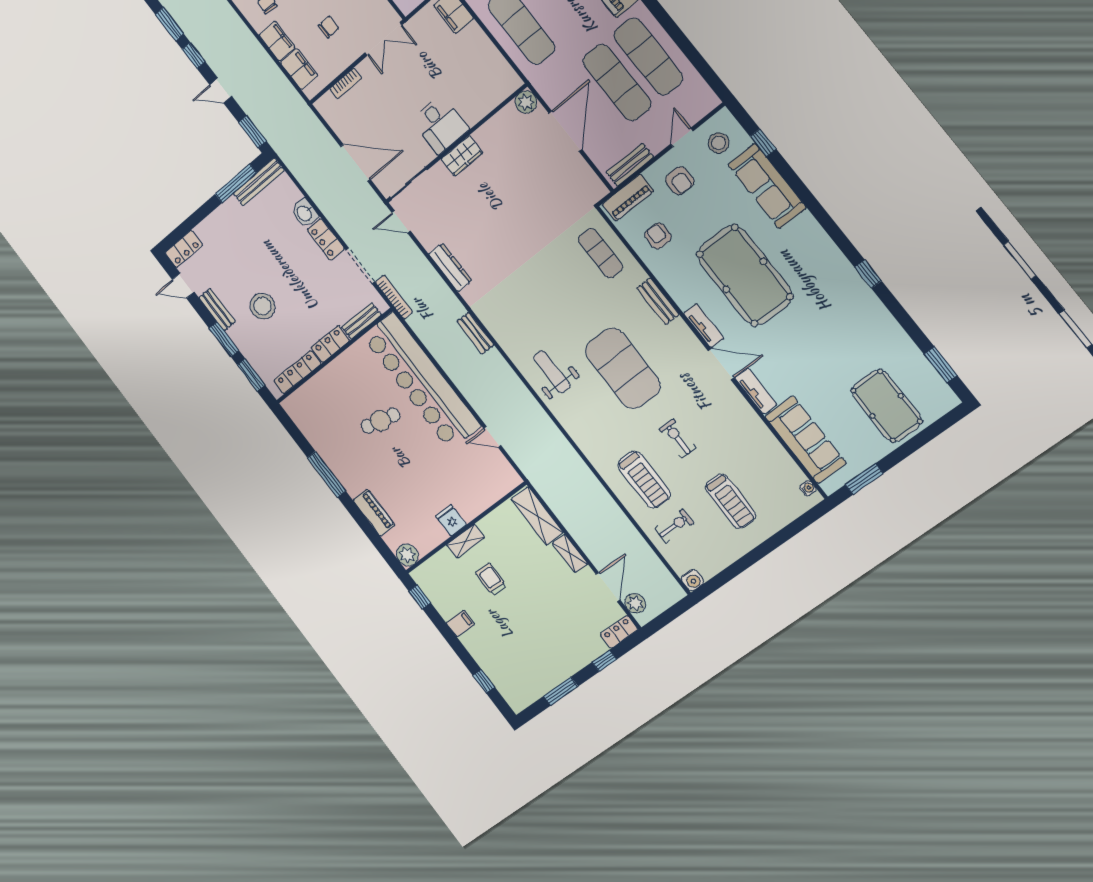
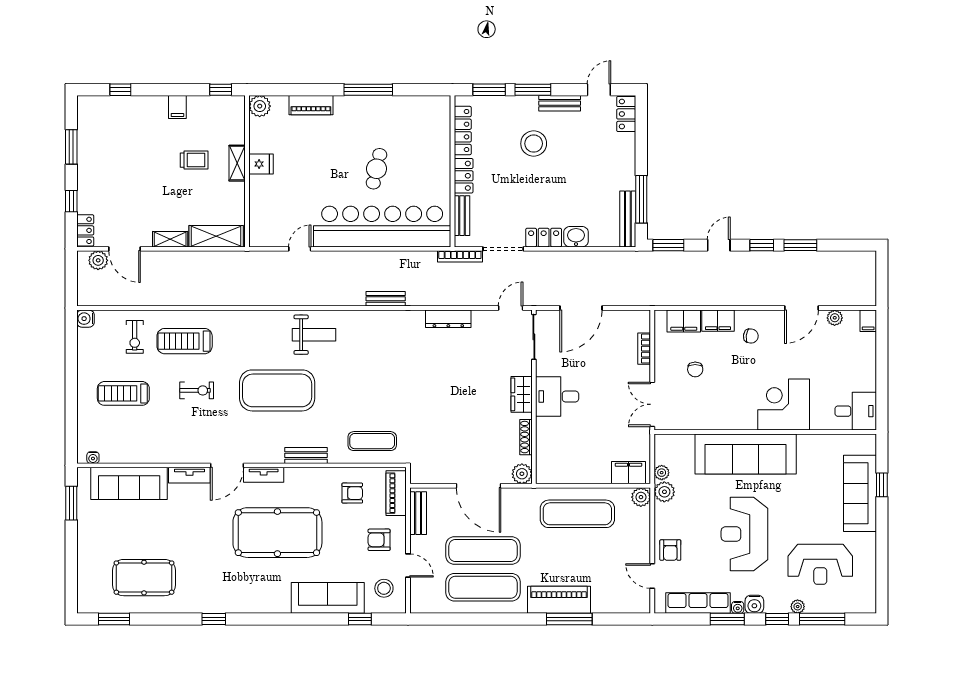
shoe rack: (493, 123) -> (526, 437), added
pool table: (887, 406) -> (144, 578), moved

